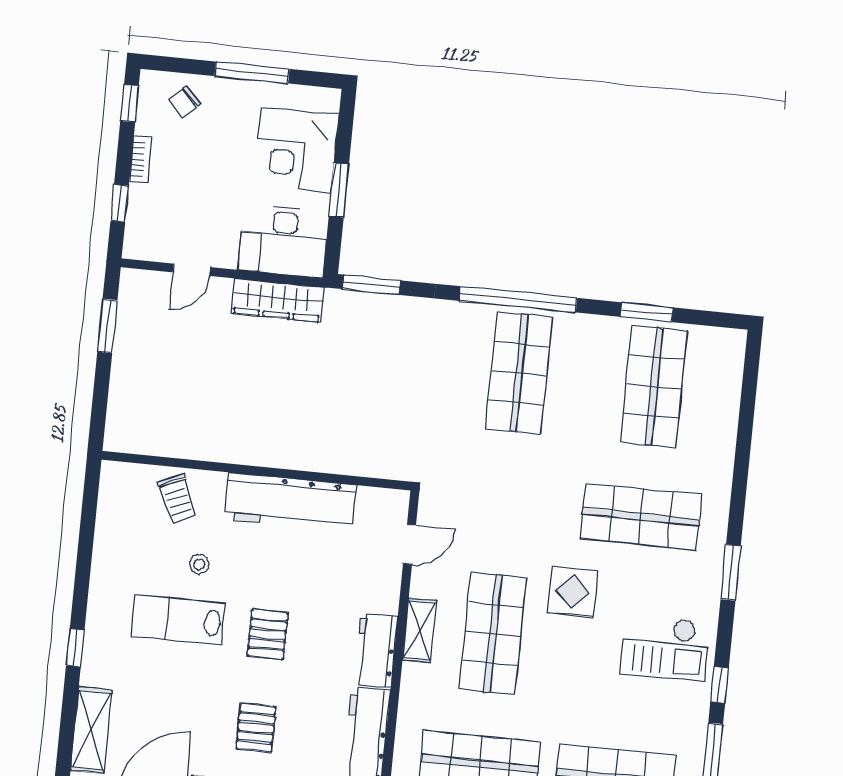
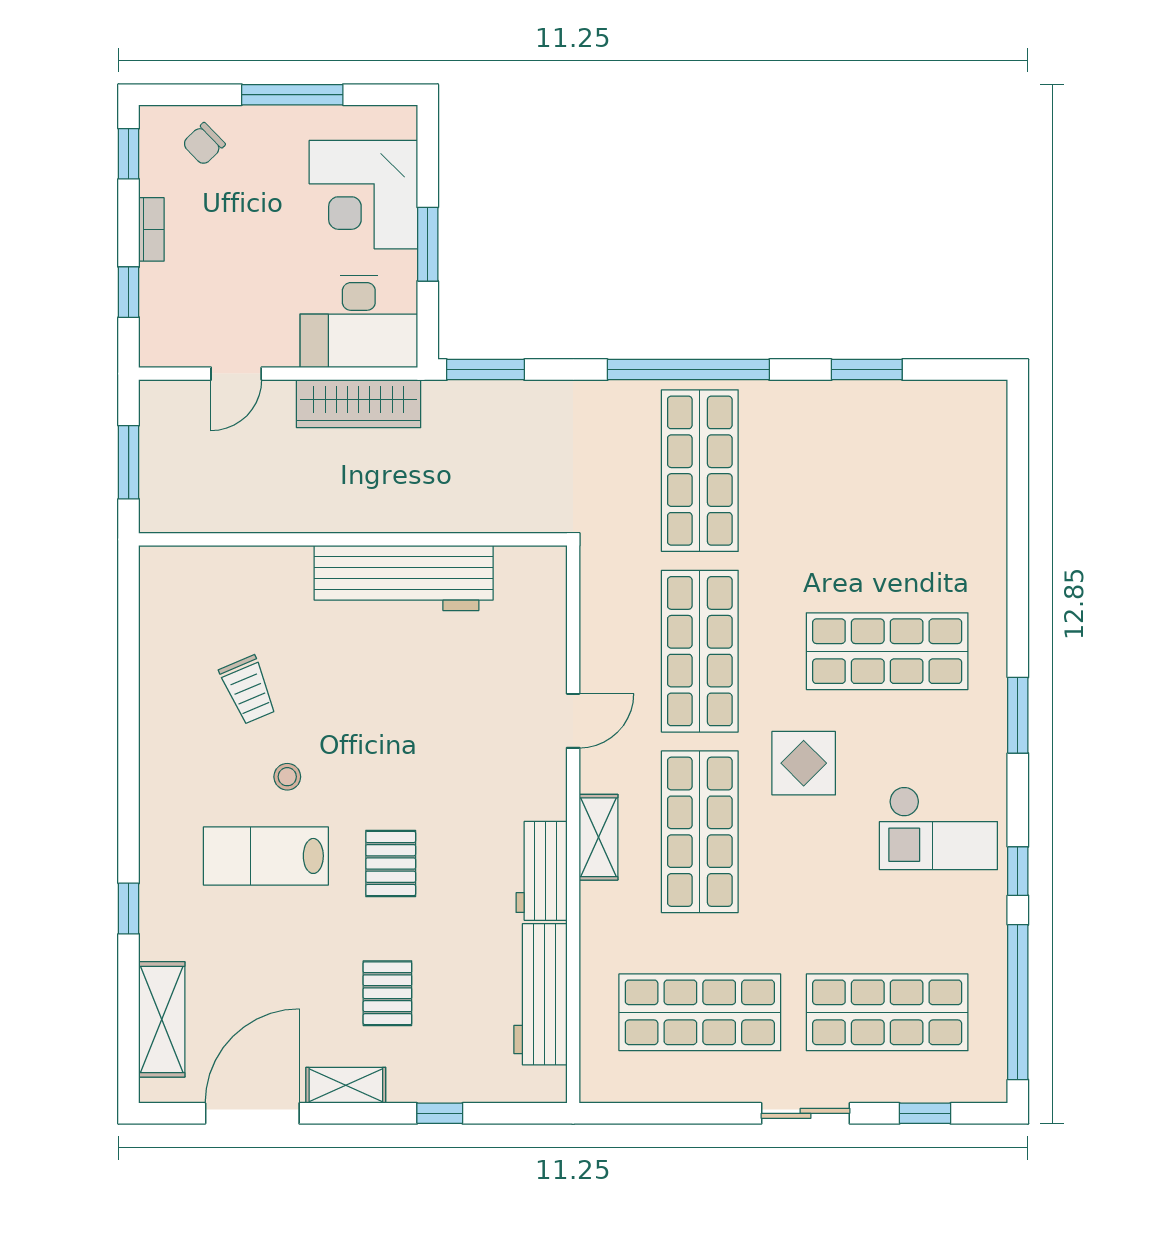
shop shelf: (654, 387) -> (700, 651), moved
wall: (256, 471) -> (353, 539), moved
workbench: (290, 502) -> (404, 578), moved

